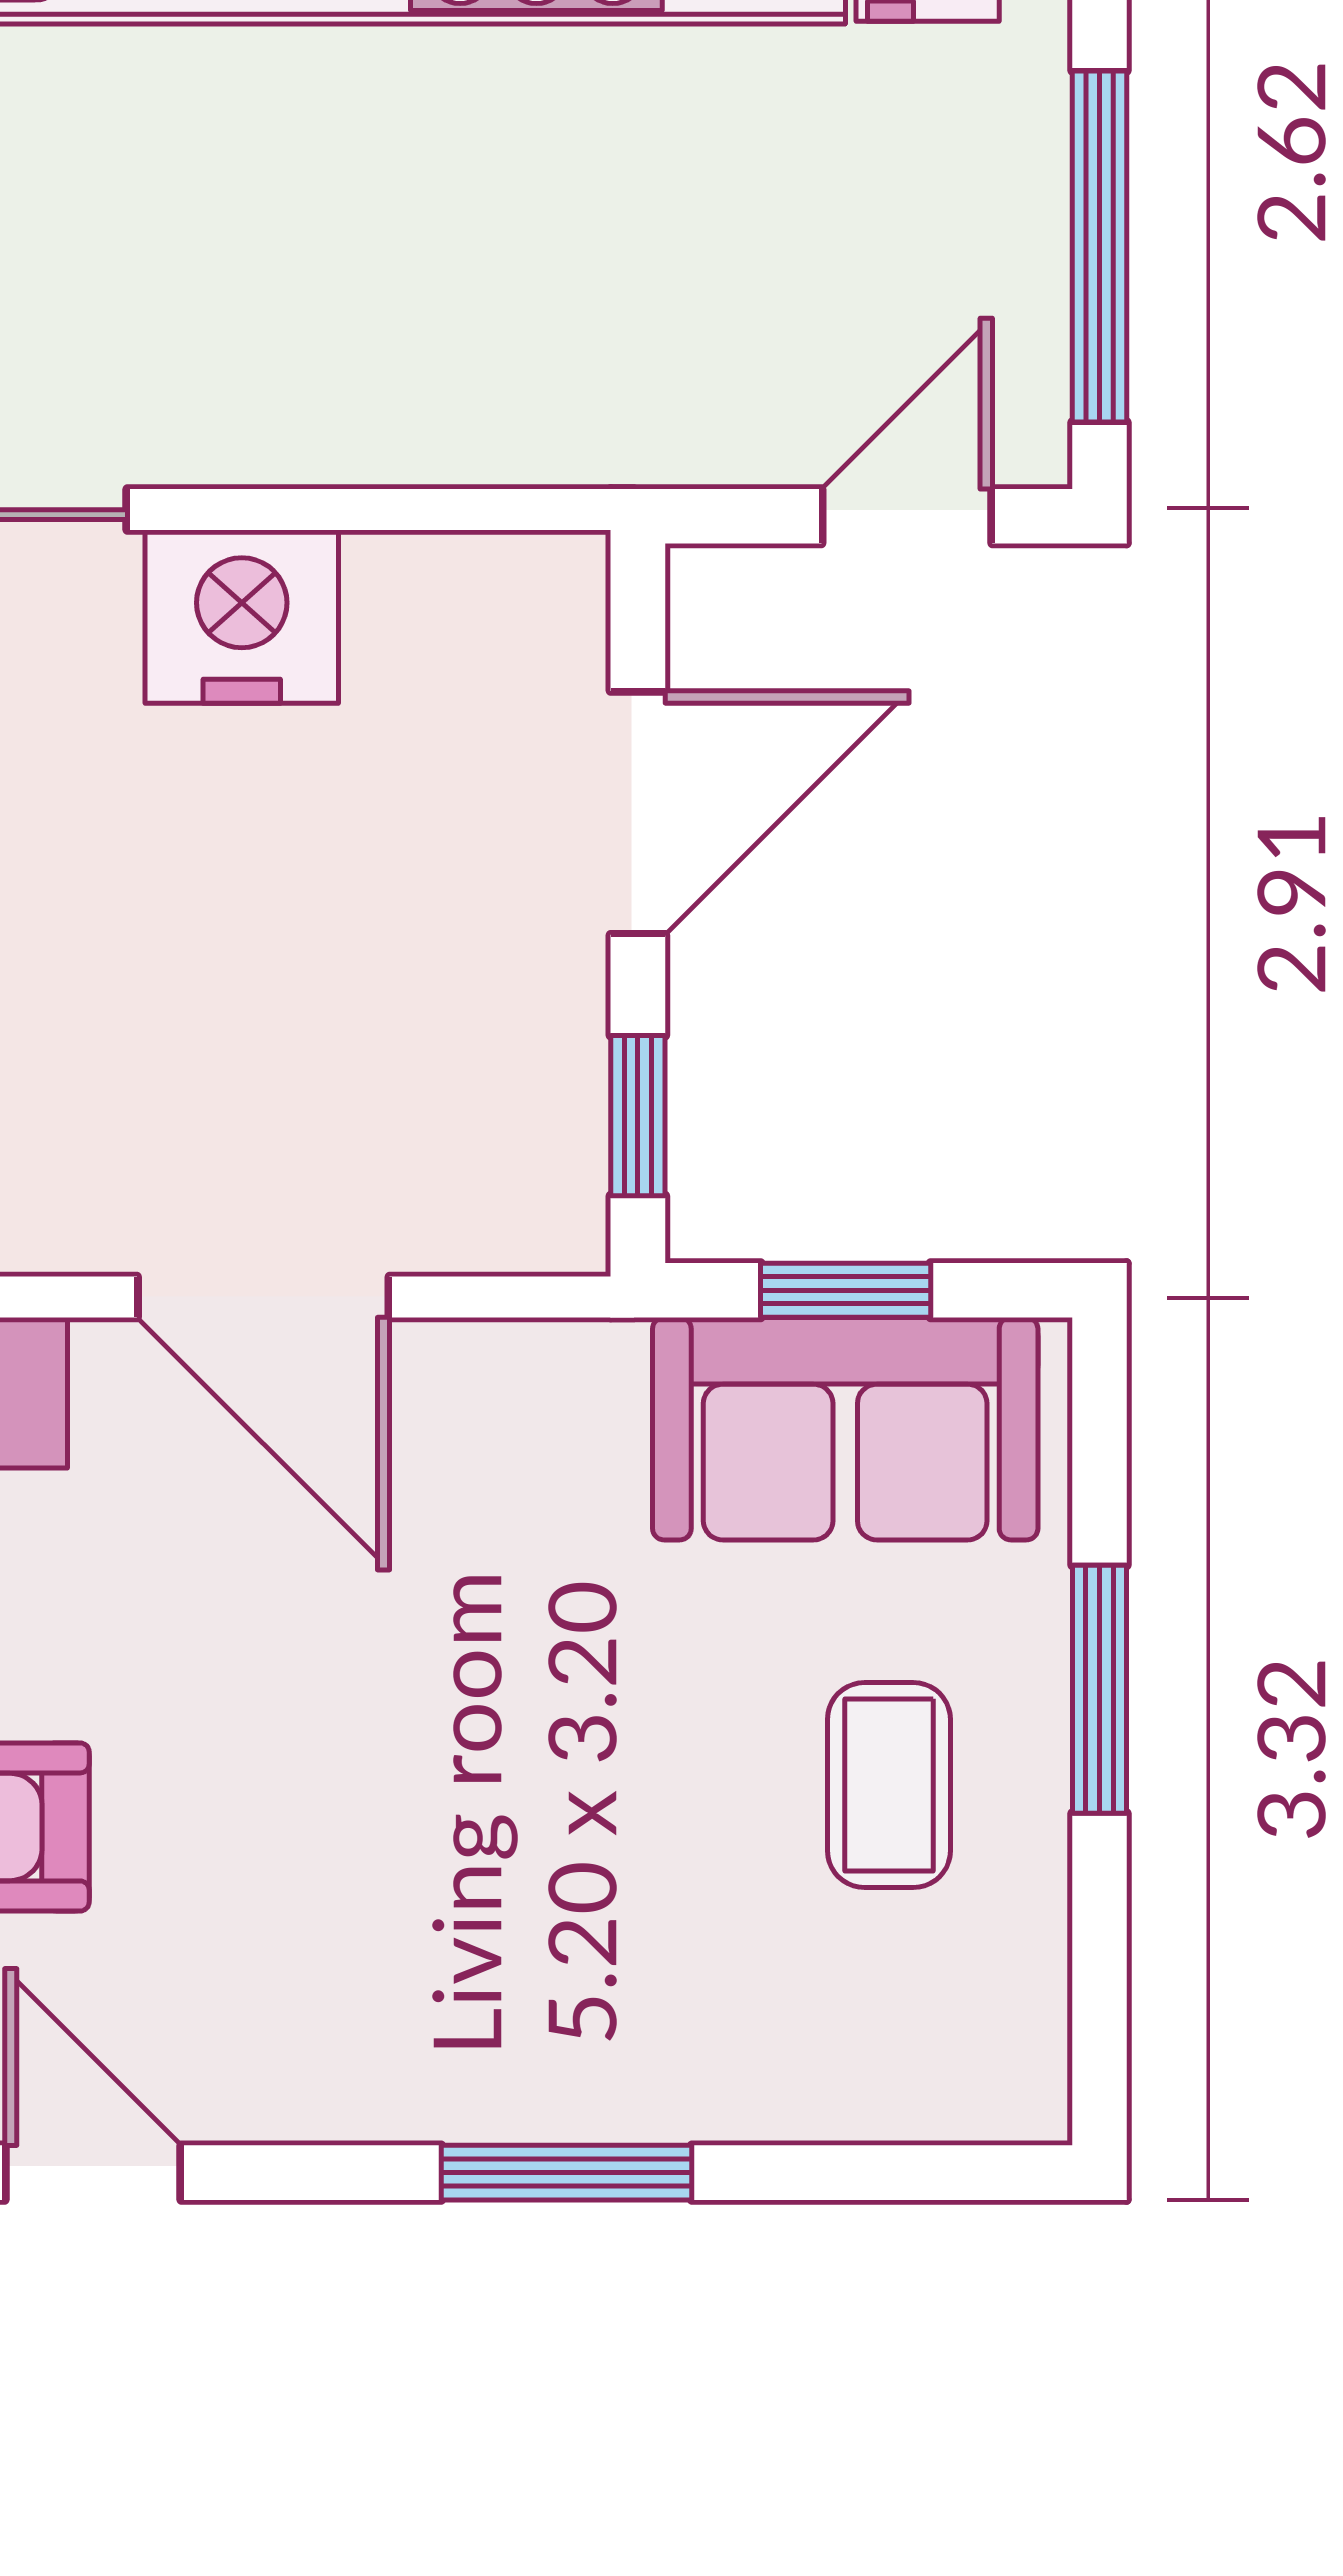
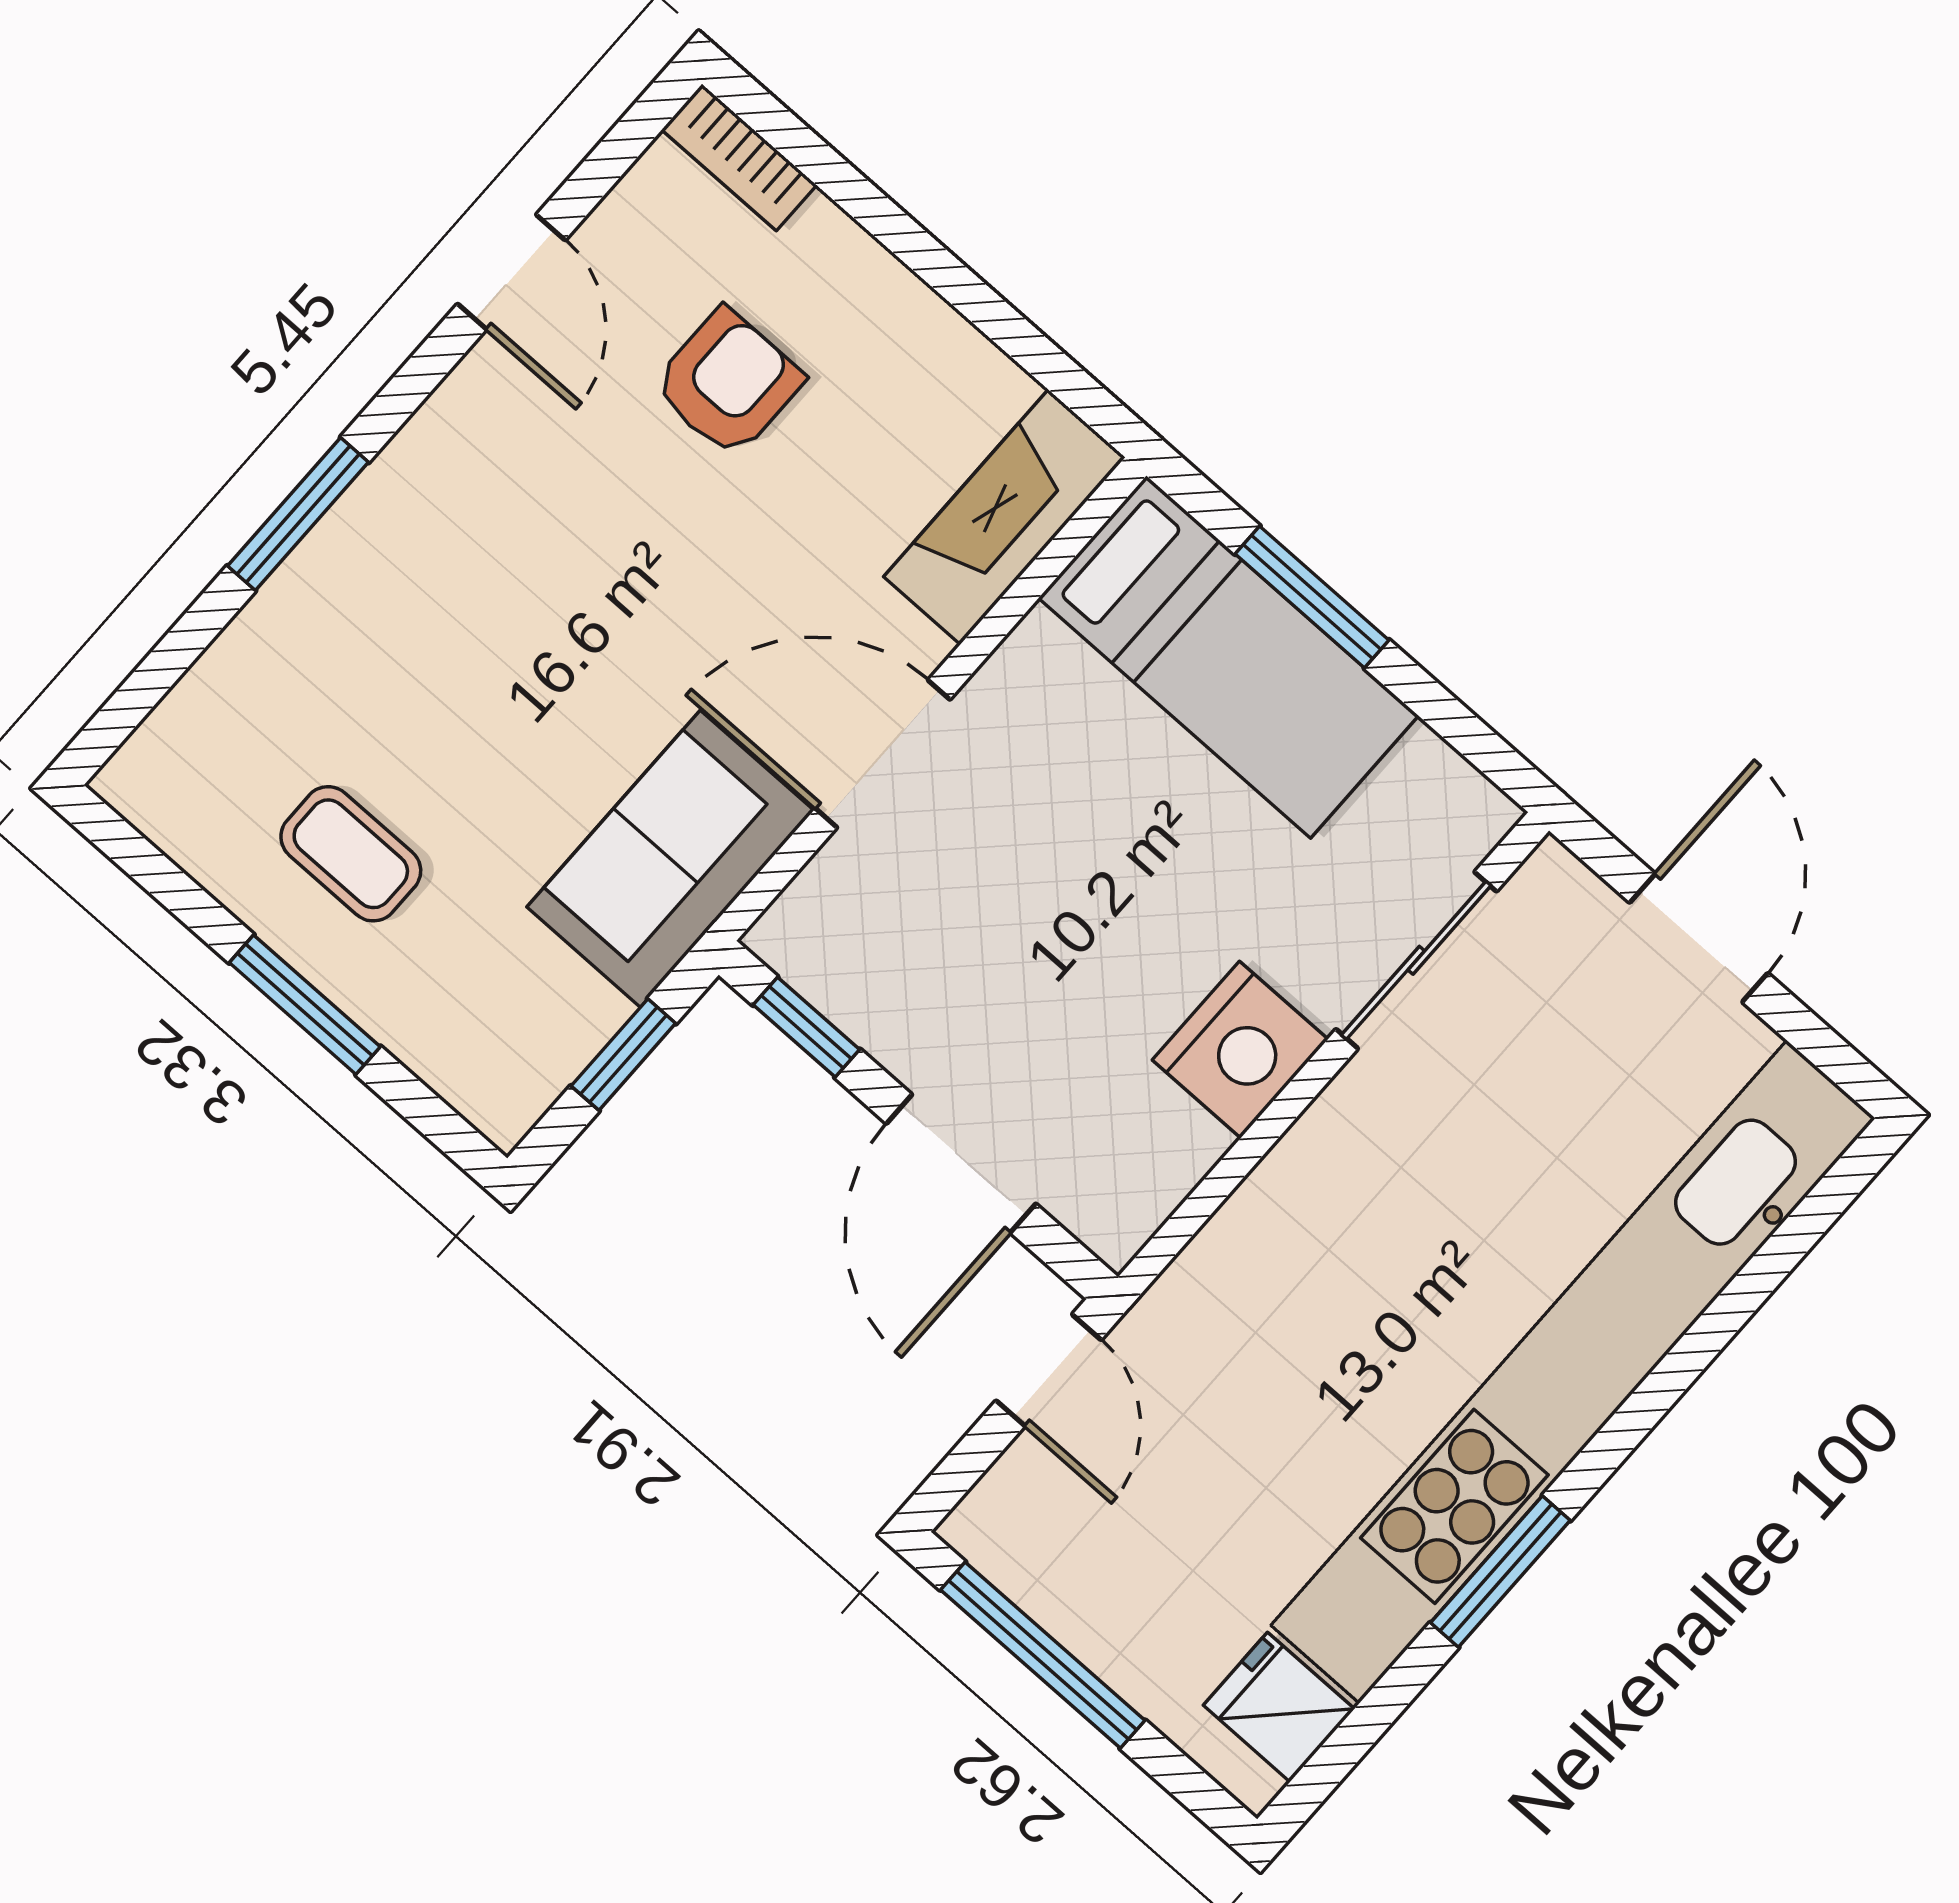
door: (907, 516) -> (1049, 1370), moved
sofa: (845, 1429) -> (670, 859), moved
door: (93, 2173) -> (511, 272), hinge flipped

